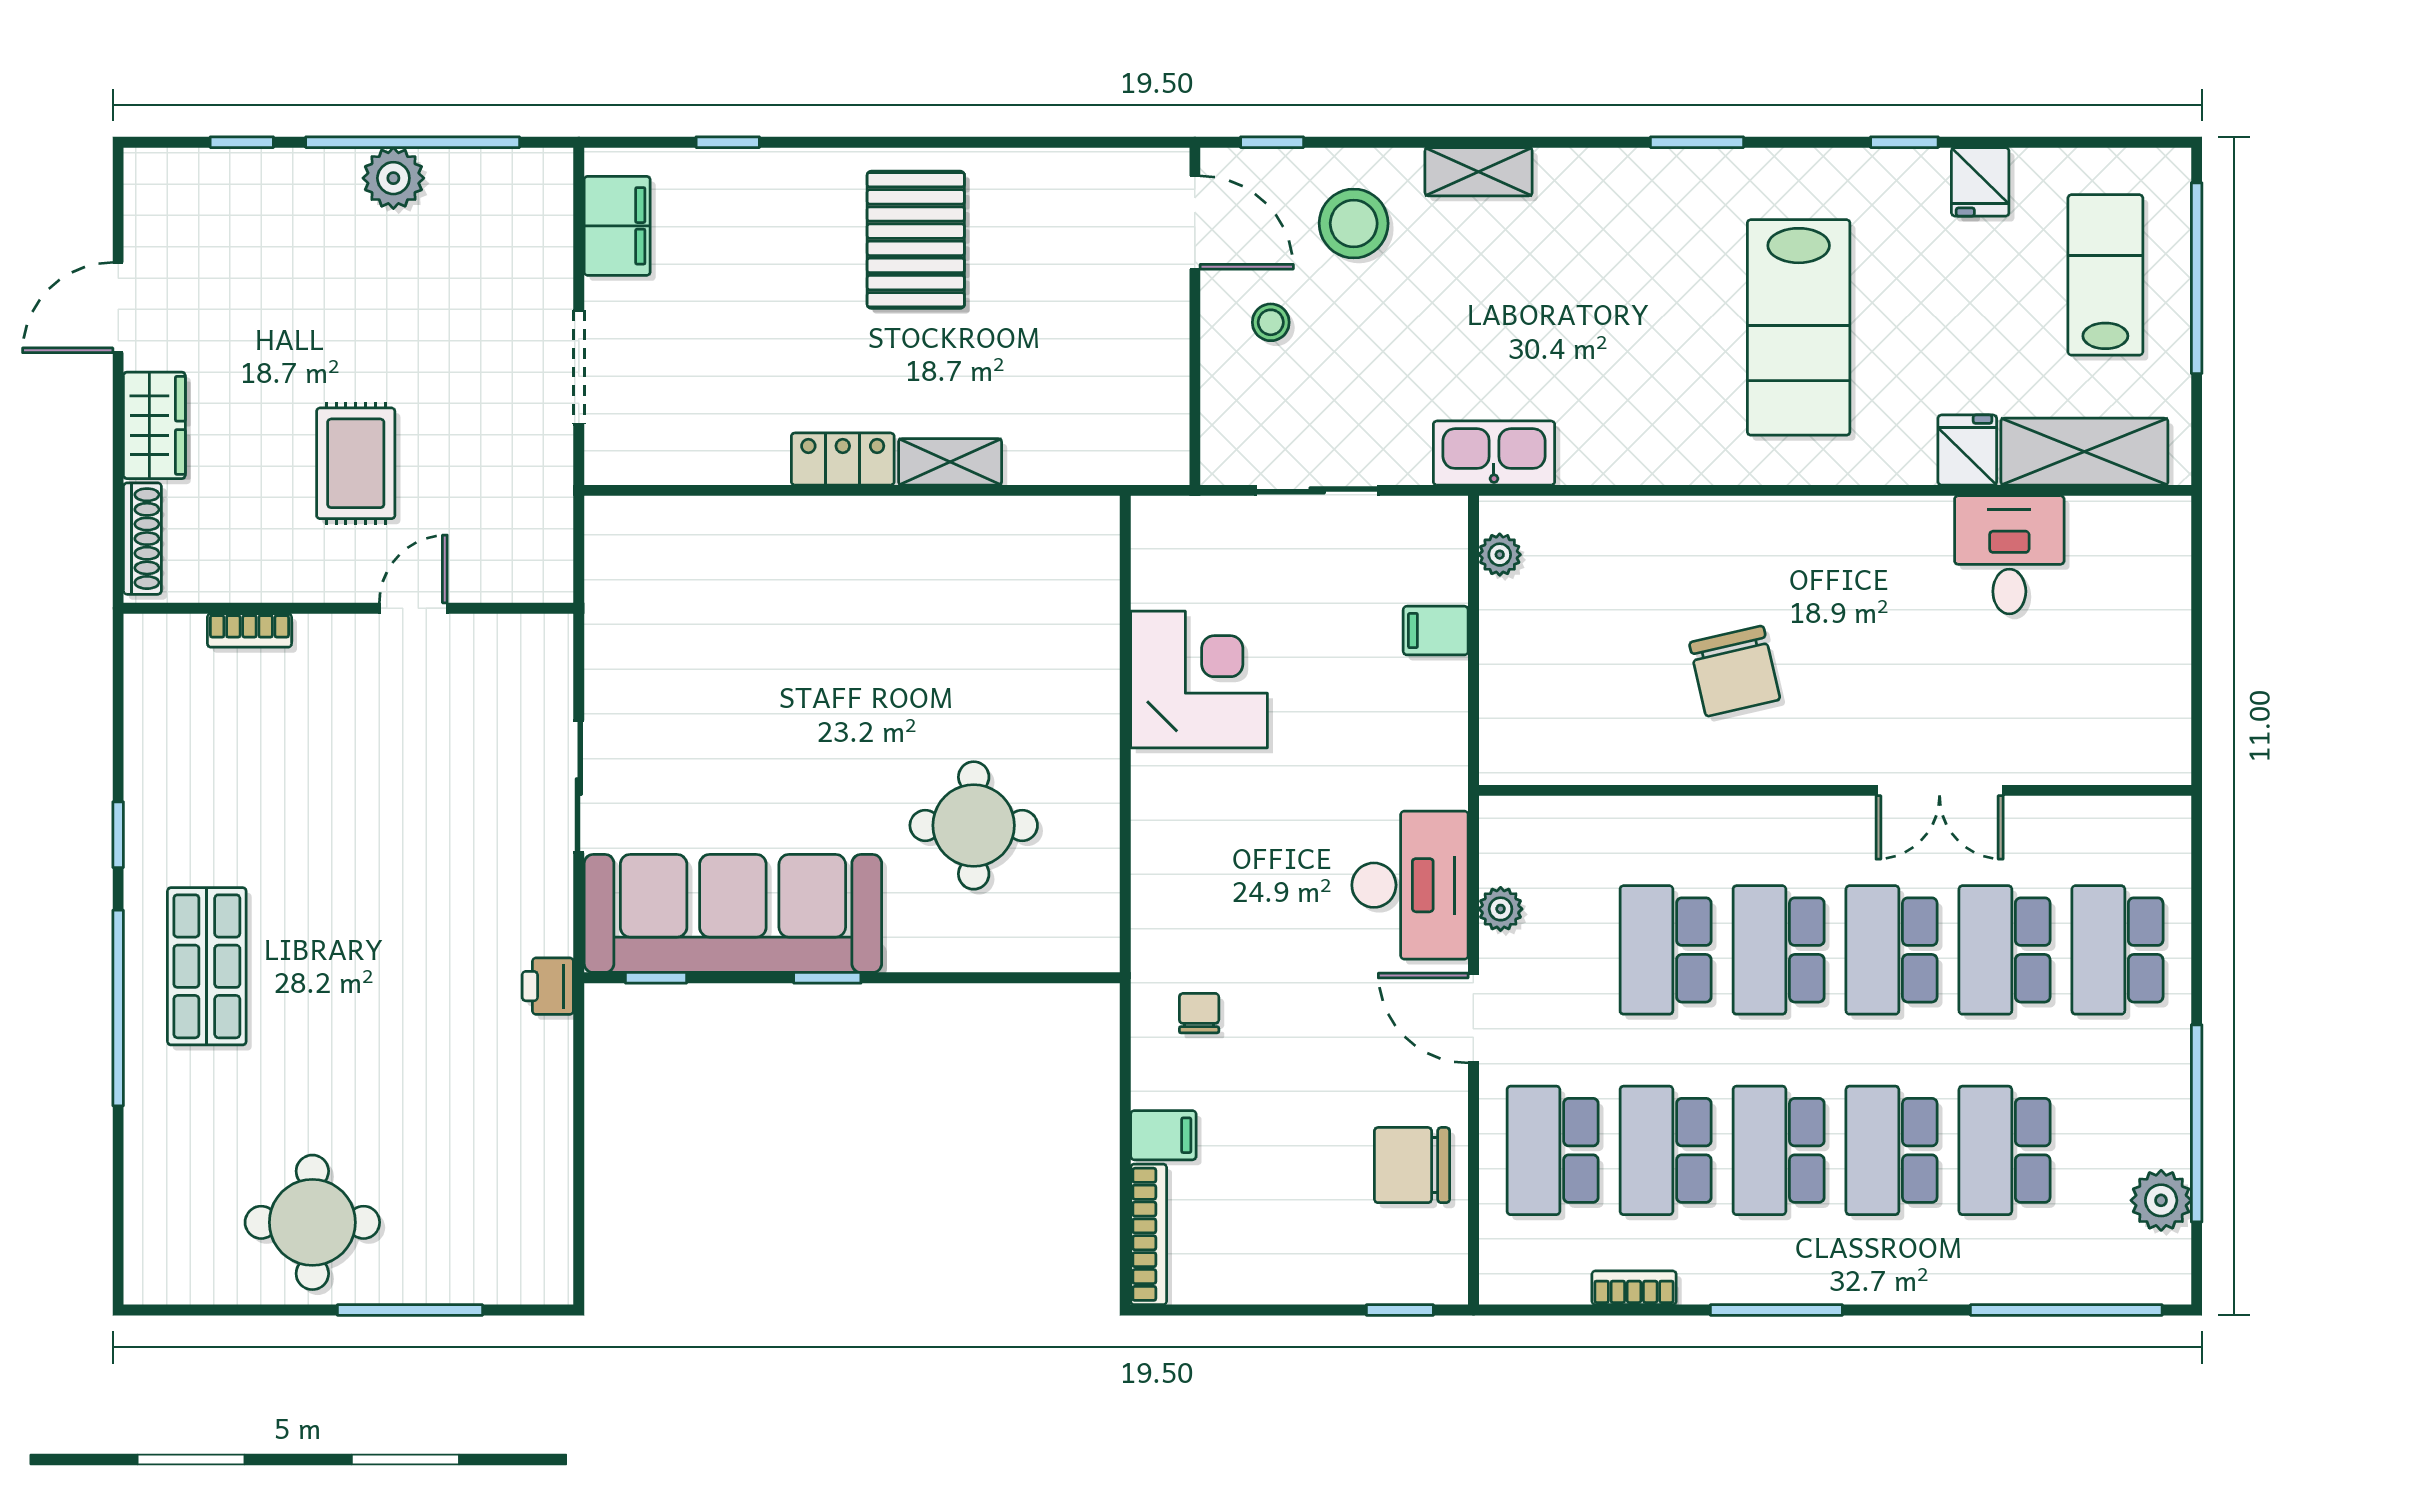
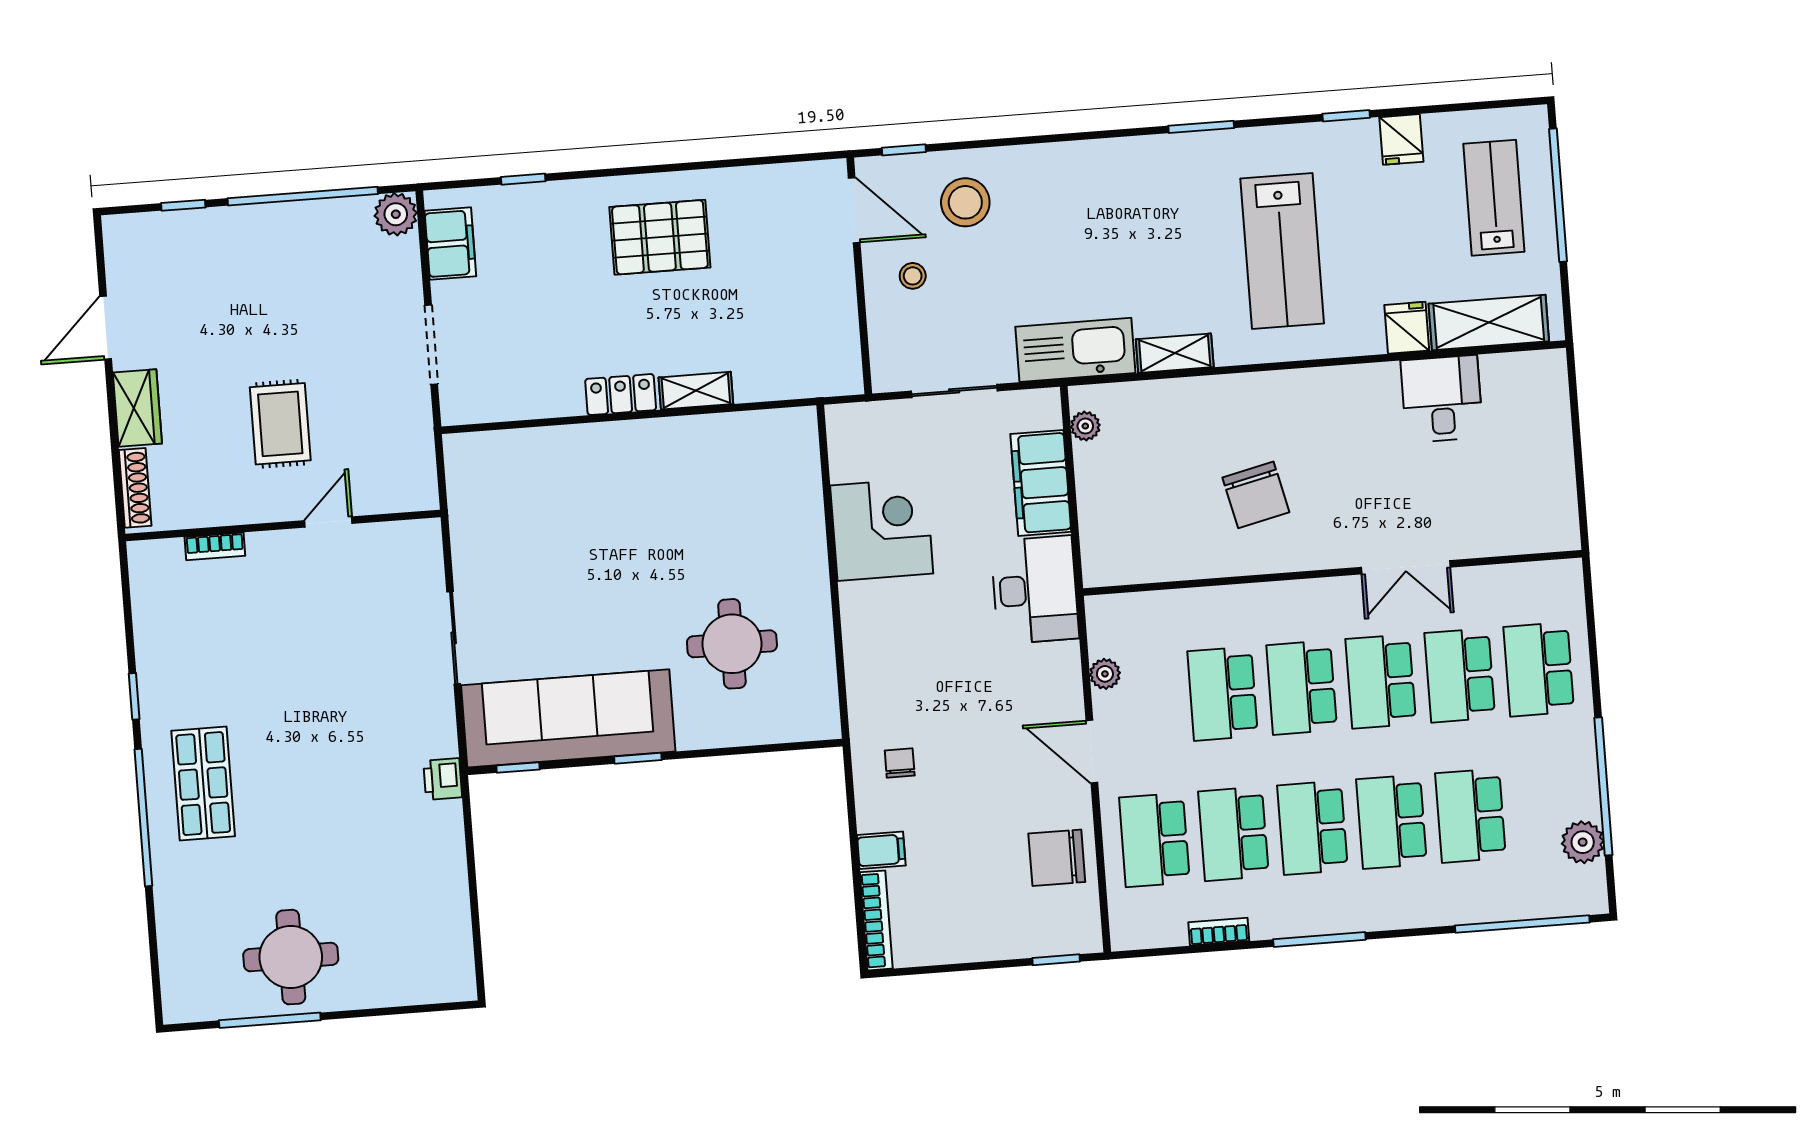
shelving: (1479, 172) -> (1175, 353), moved
plant: (393, 178) -> (396, 214), moved
pallet: (916, 240) -> (660, 237), turned 90
kitchen sink: (1494, 453) -> (1075, 350), width x1.36, depth x1.24
filing cabinet: (1436, 631) -> (1041, 483), width x3.00, depth x1.17
desk: (1410, 885) -> (1035, 590), moved
window: (410, 1310) -> (270, 1020), moved

